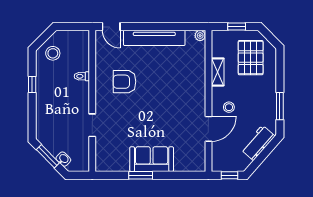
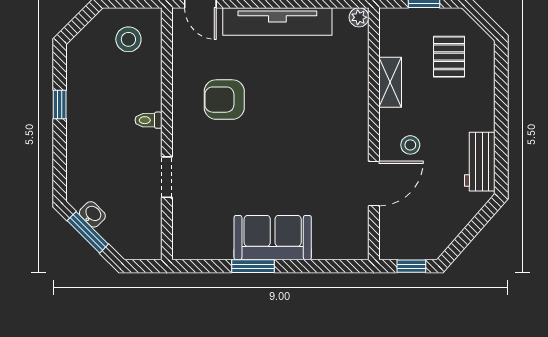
stool: (53, 53) -> (128, 39), moved
pallet: (251, 58) -> (449, 57), width x0.67, depth x0.71
toilet: (82, 76) -> (148, 120), moved
window: (280, 106) -> (501, 143), removed
workbench: (258, 143) -> (480, 162), moved, turned -41
washbasin: (63, 159) -> (92, 214), moved

